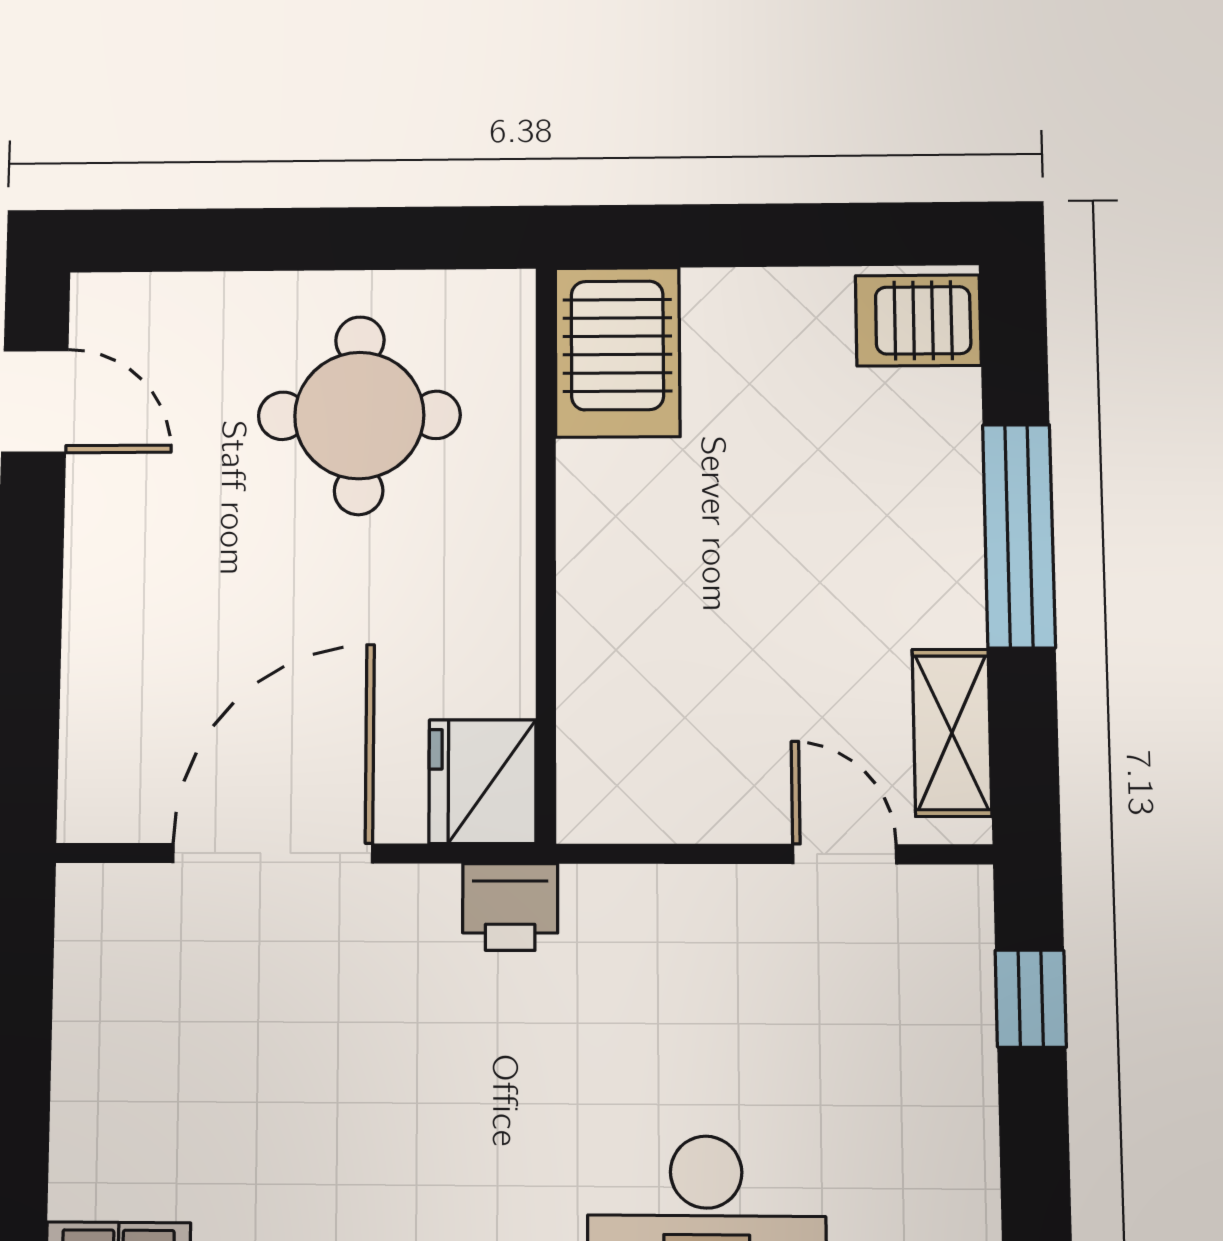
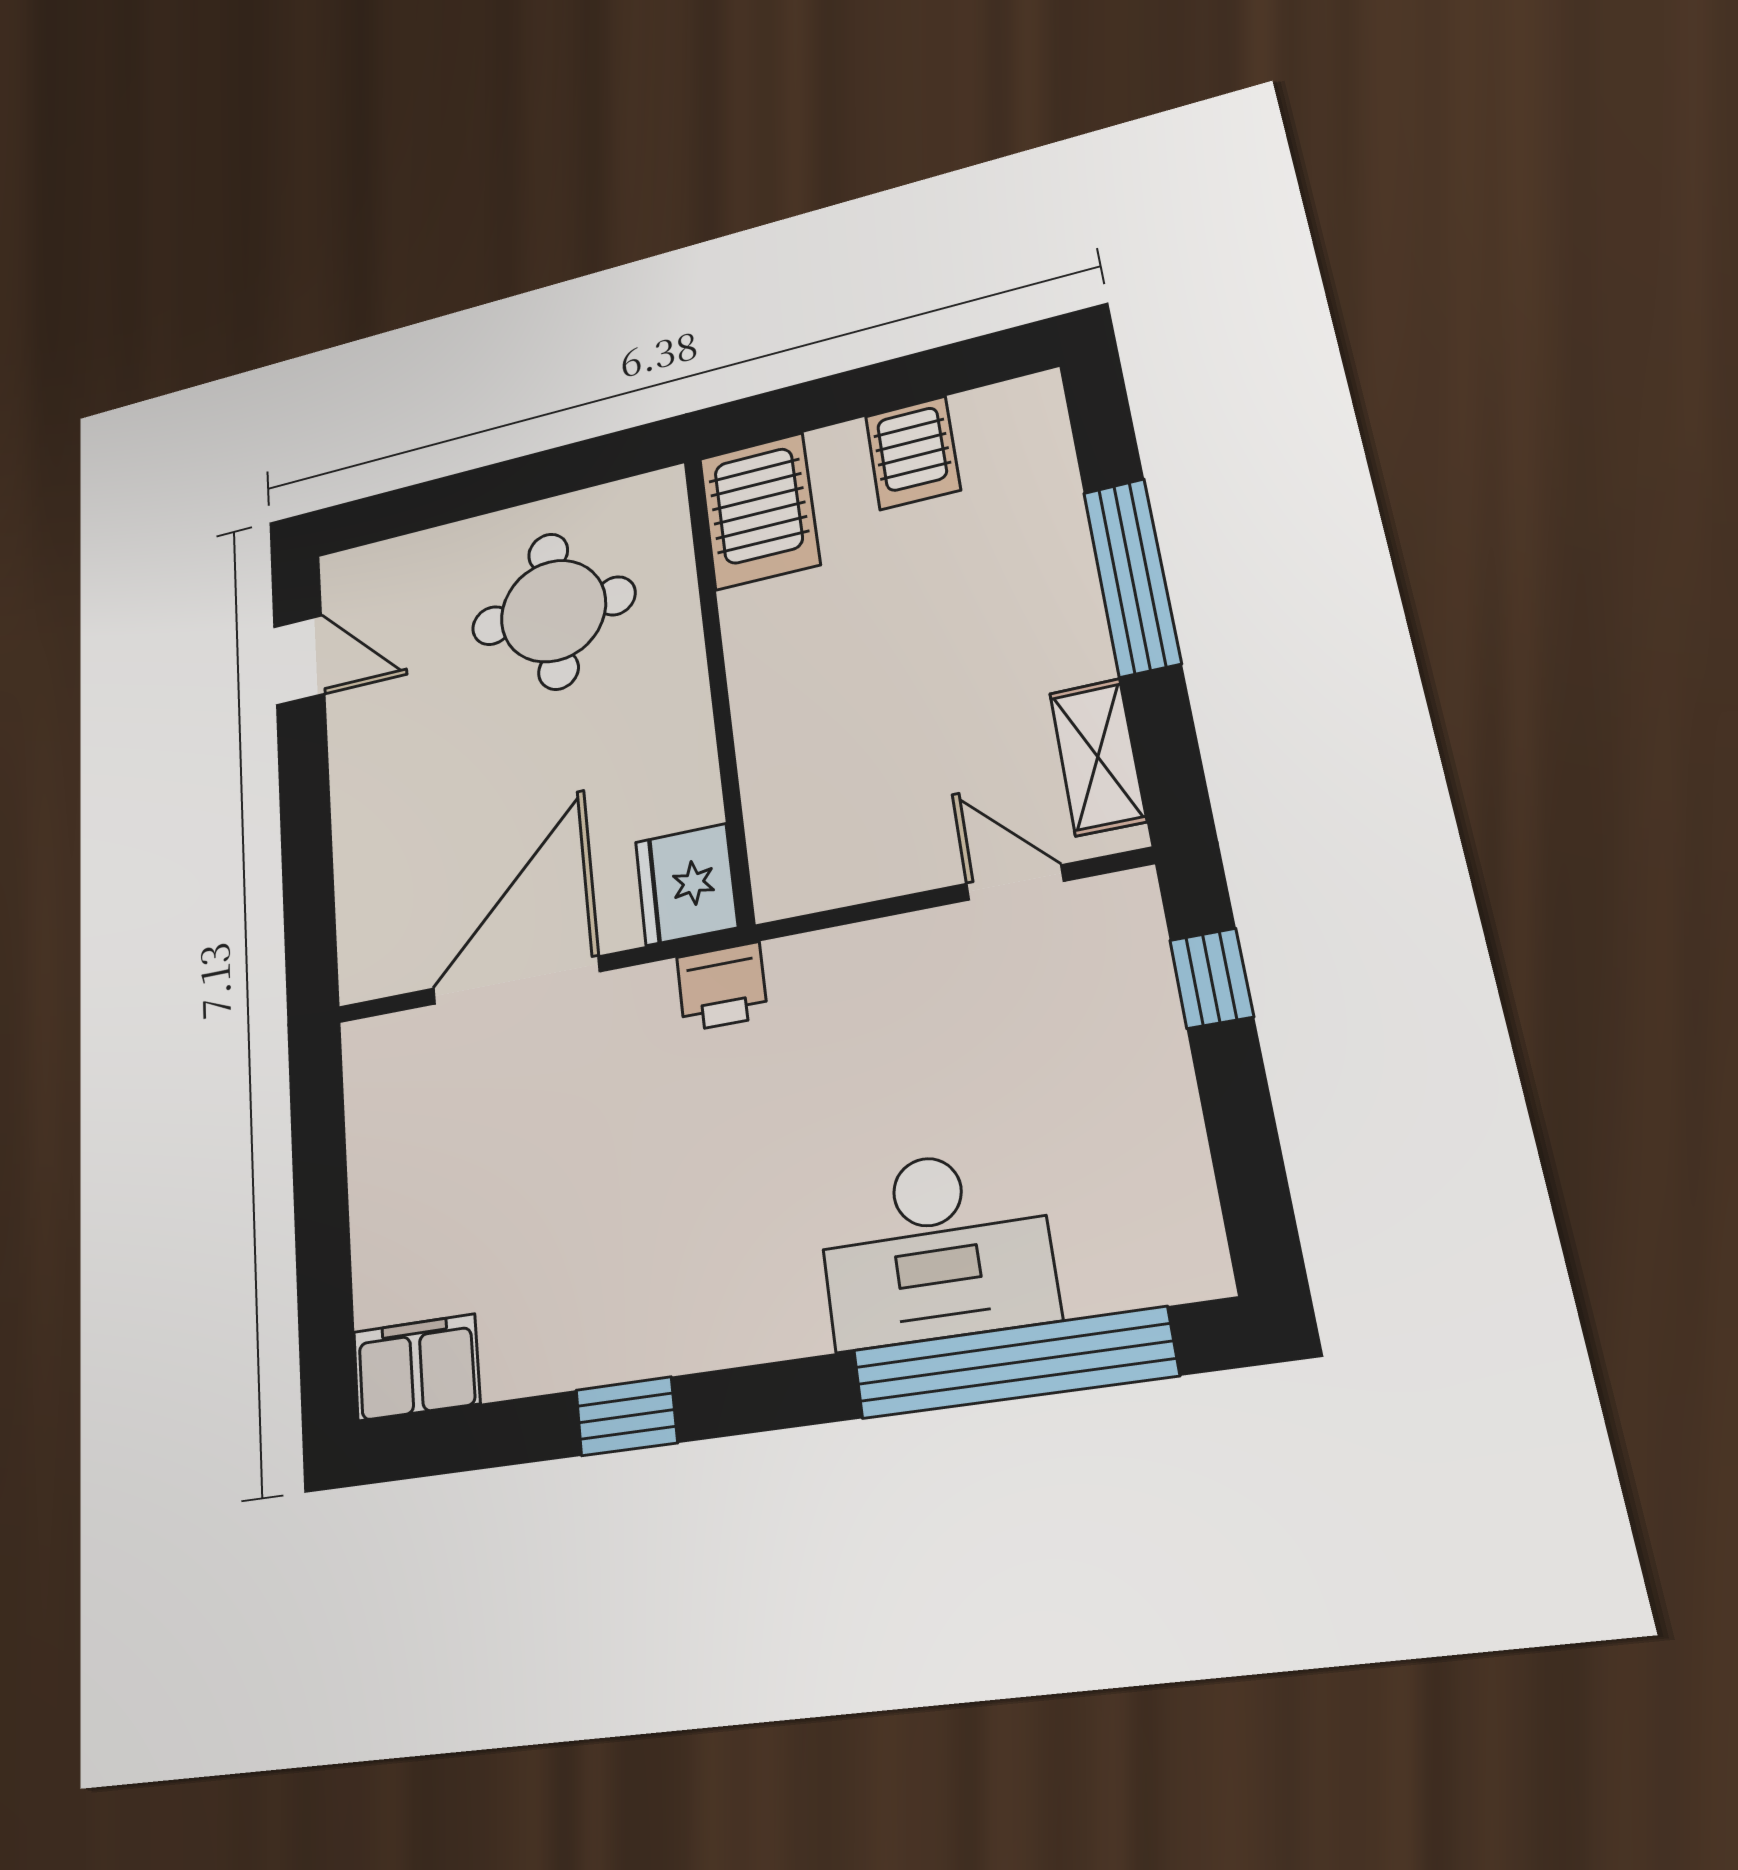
server rack: (918, 320) -> (913, 453), moved, turned -90

